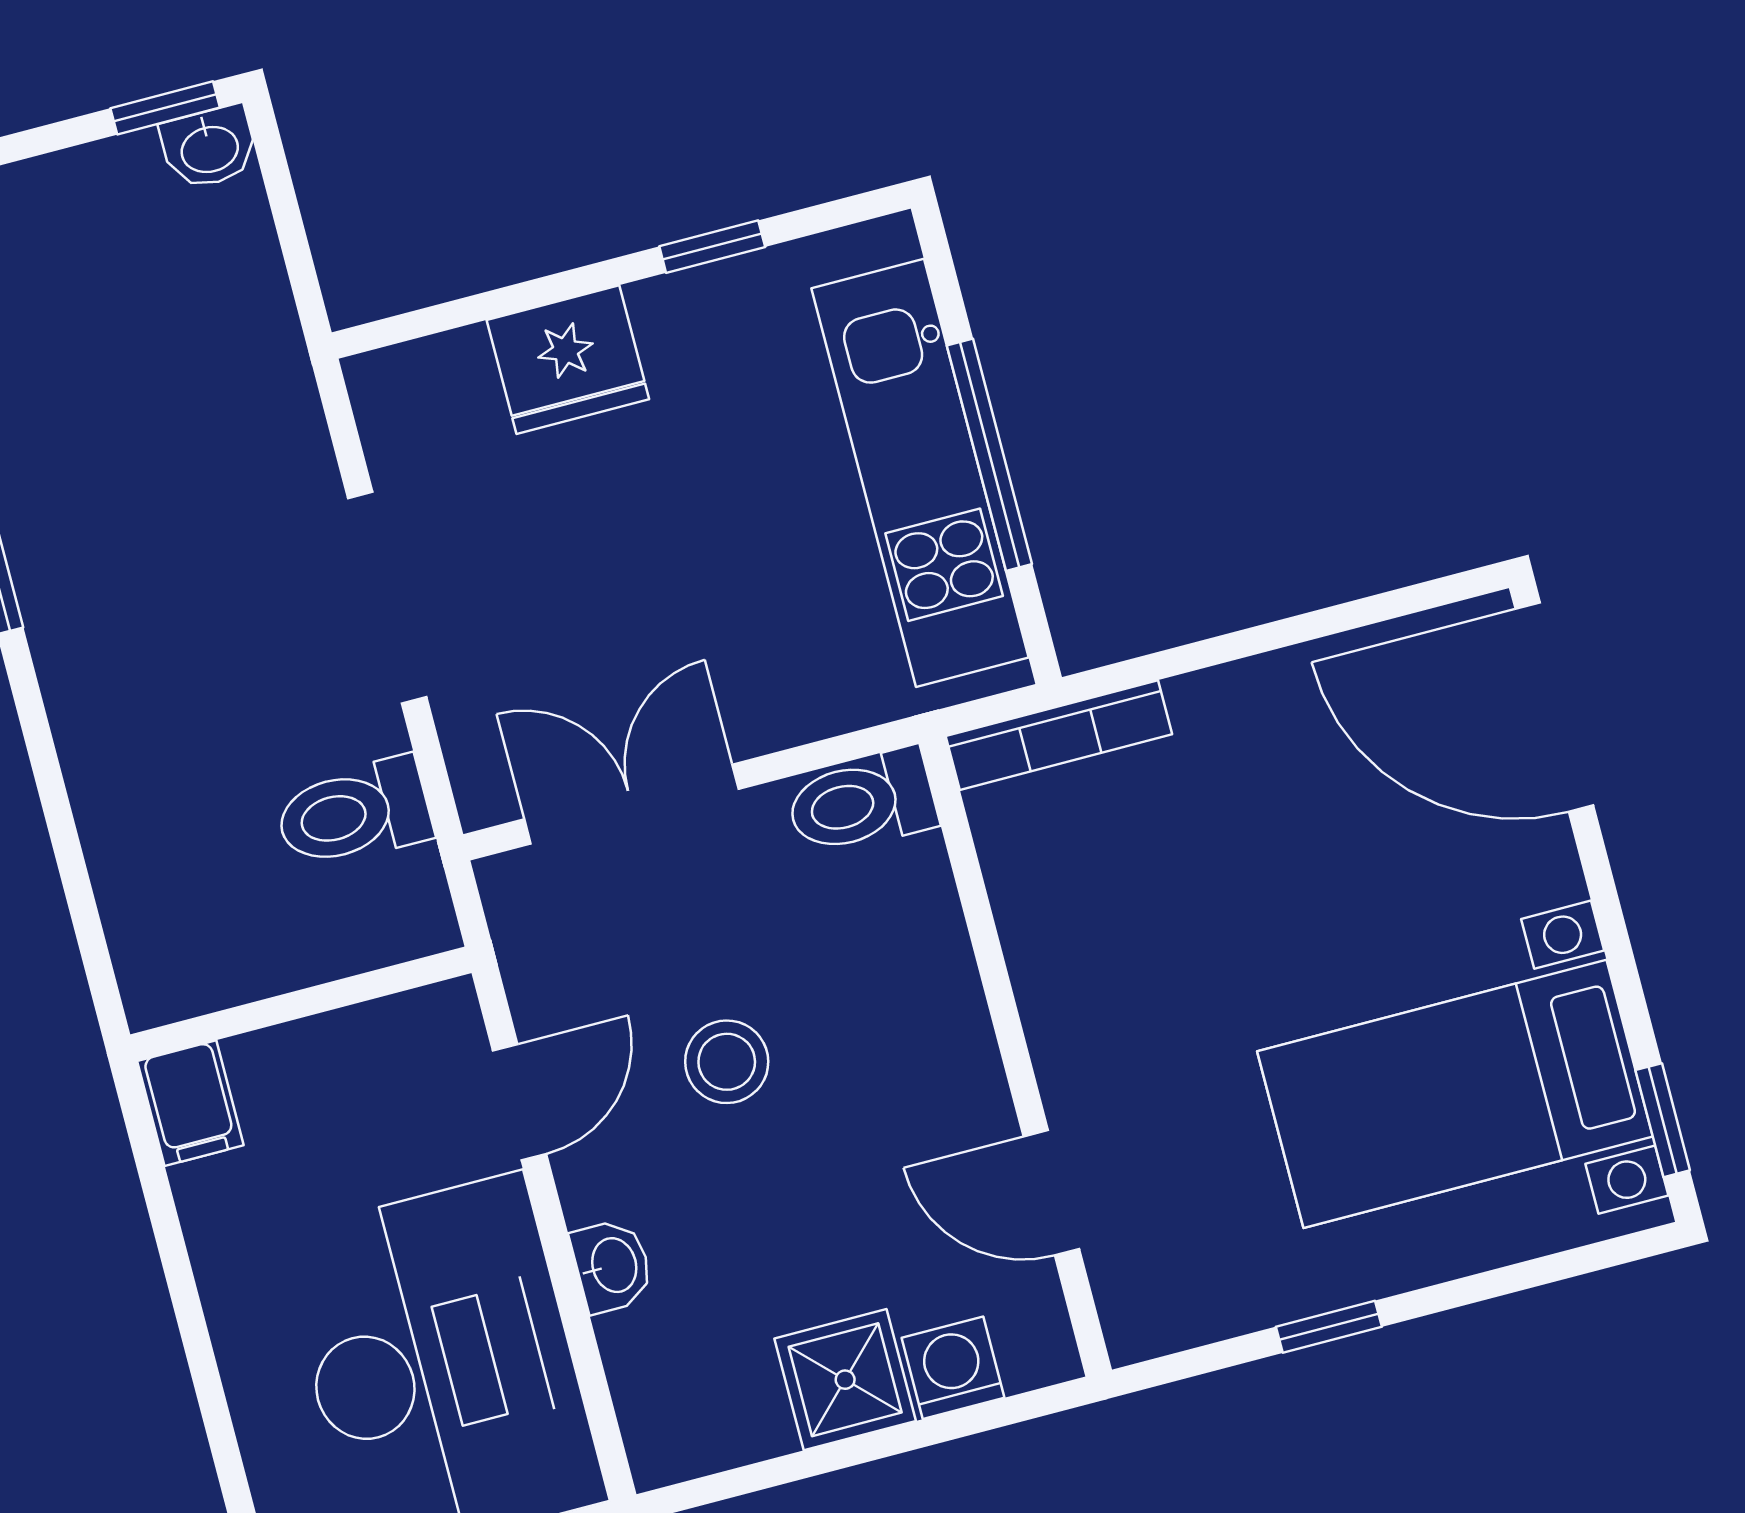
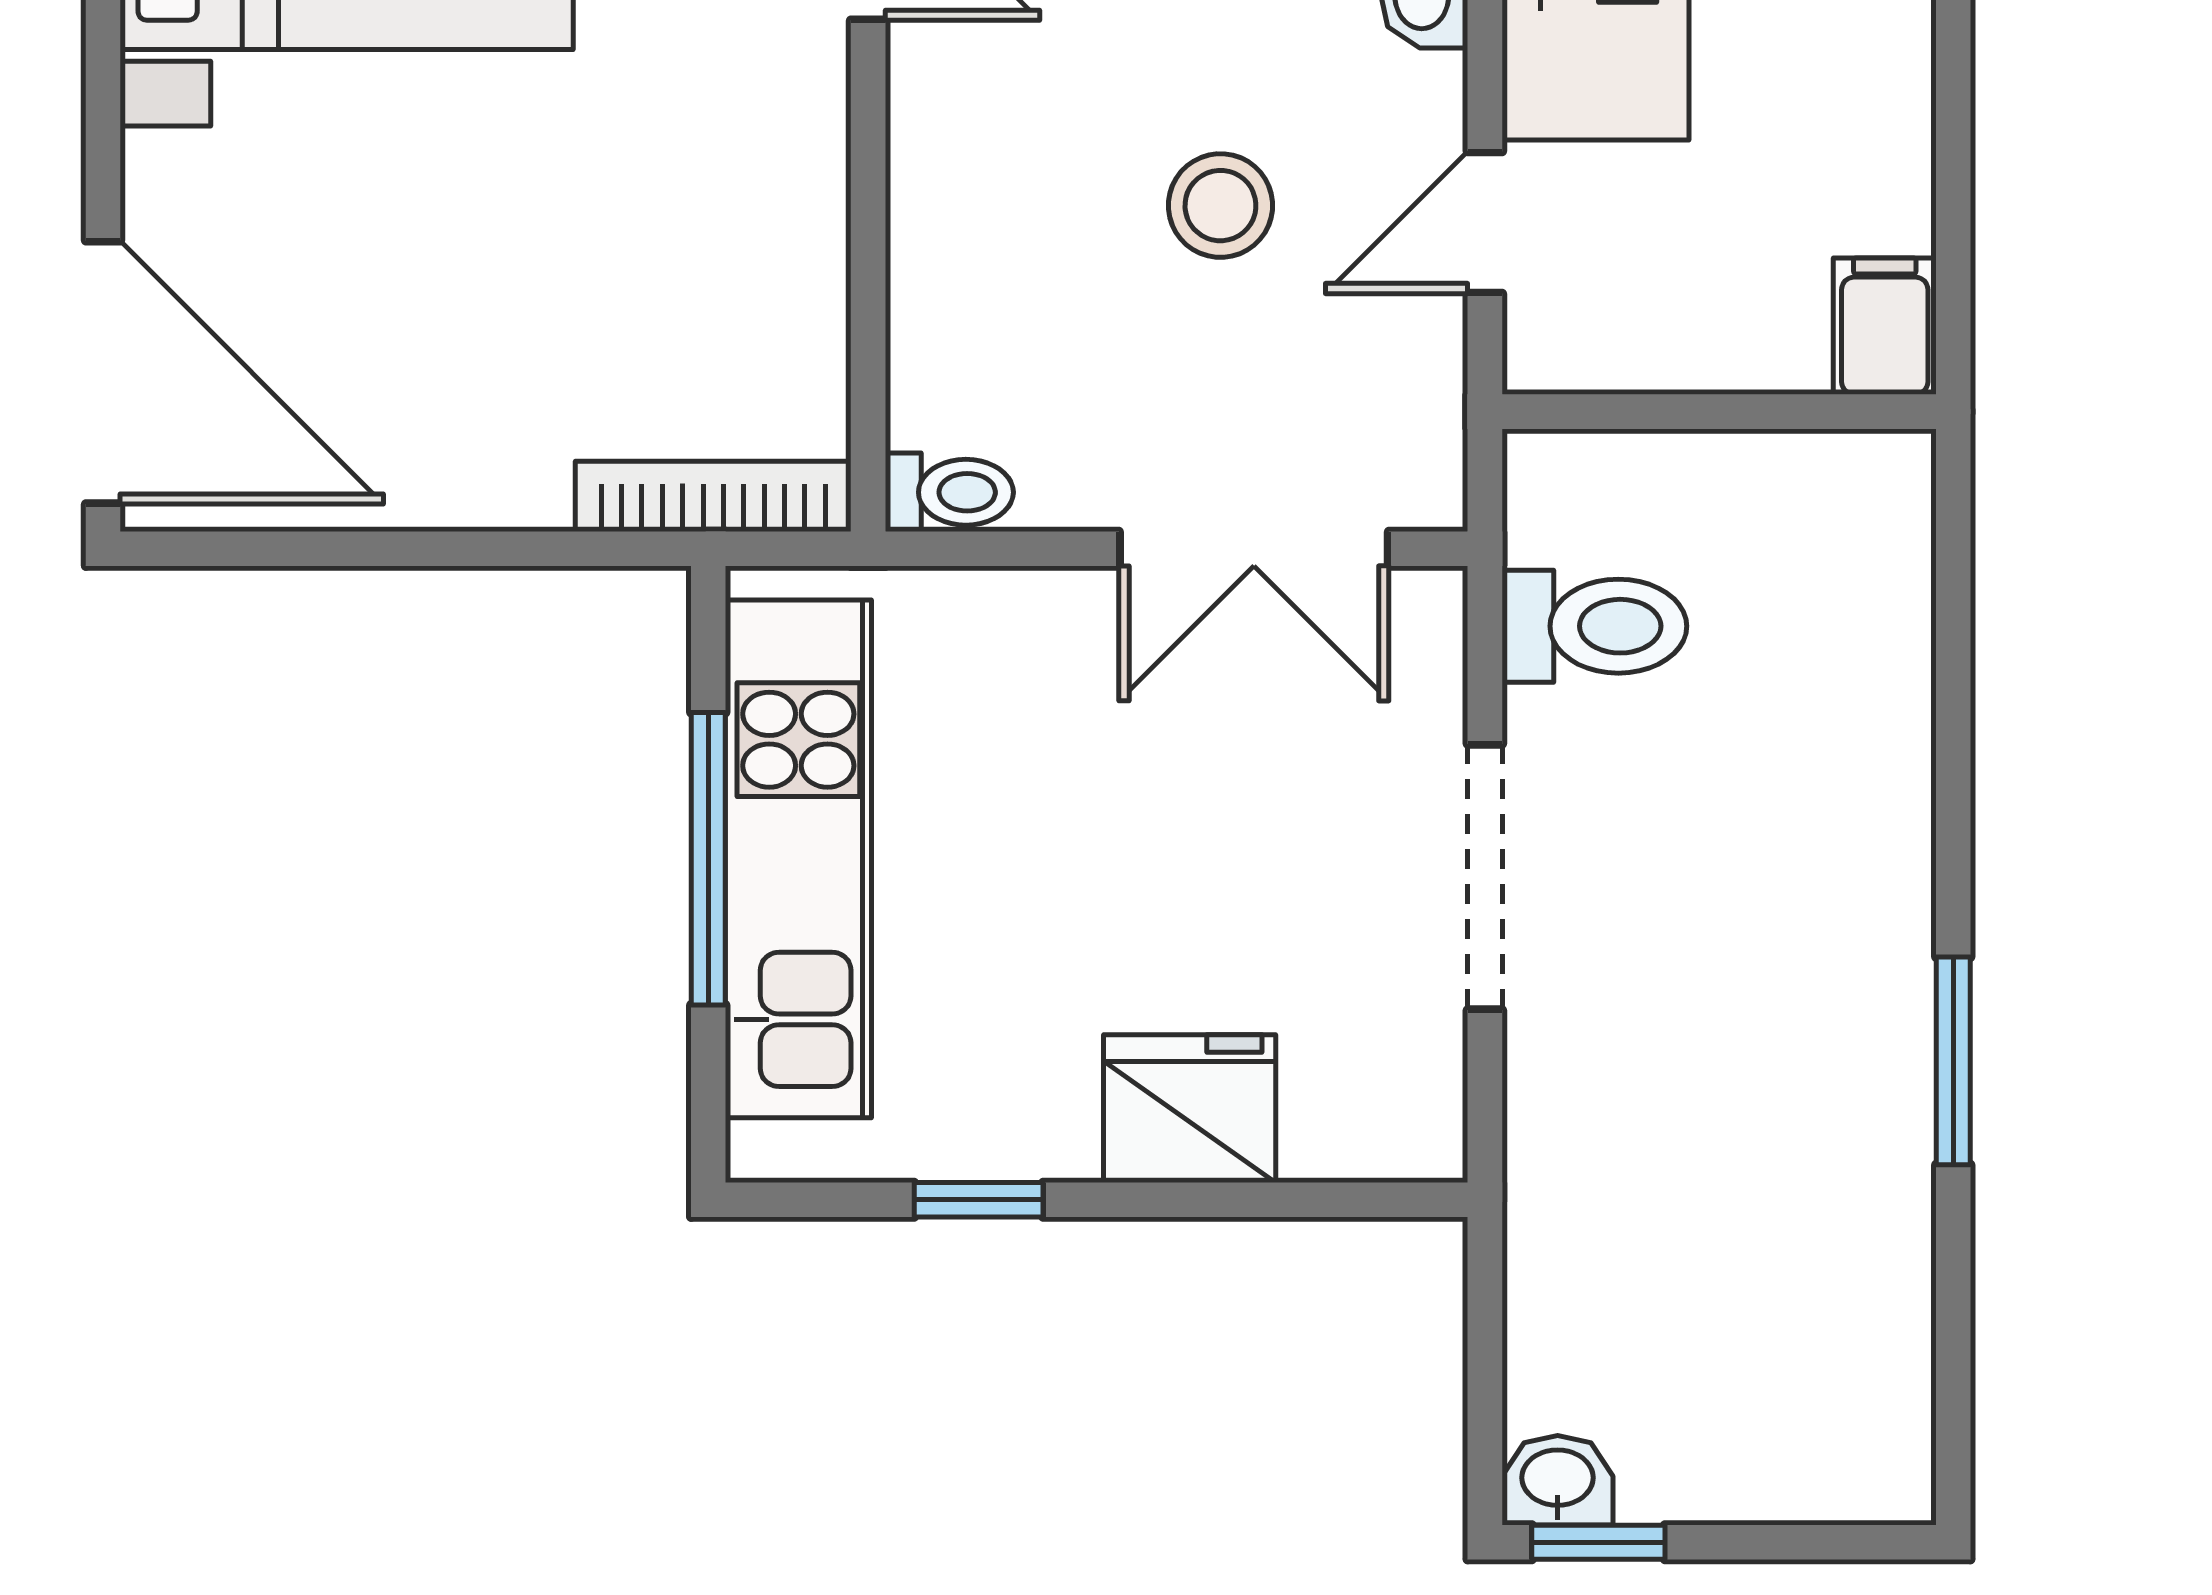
toilet: (862, 802) -> (949, 492), width x0.73, depth x0.72

